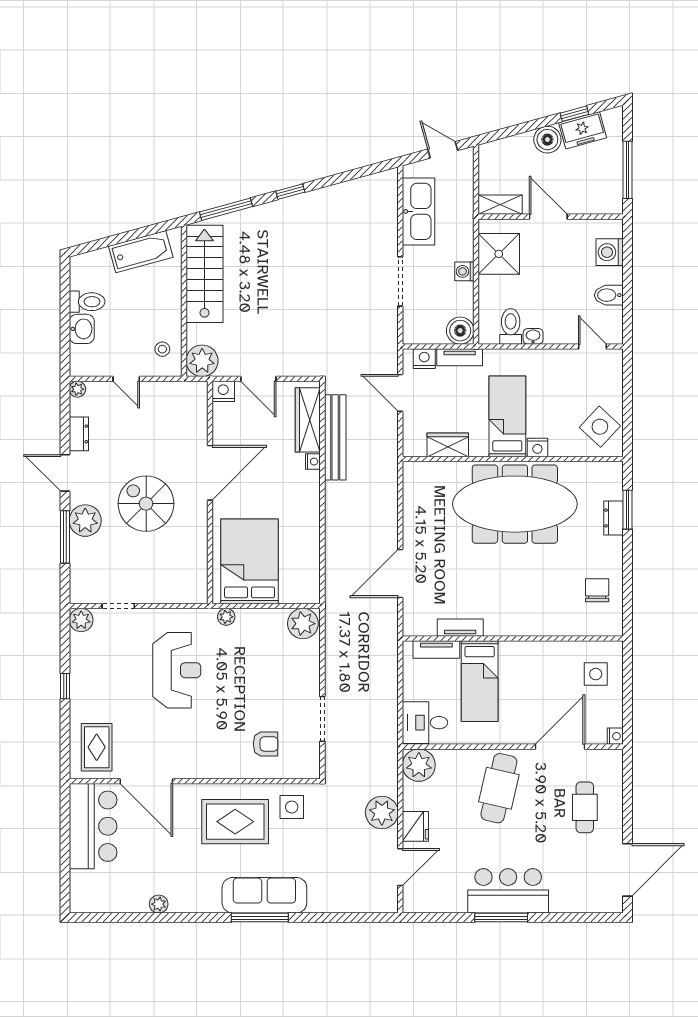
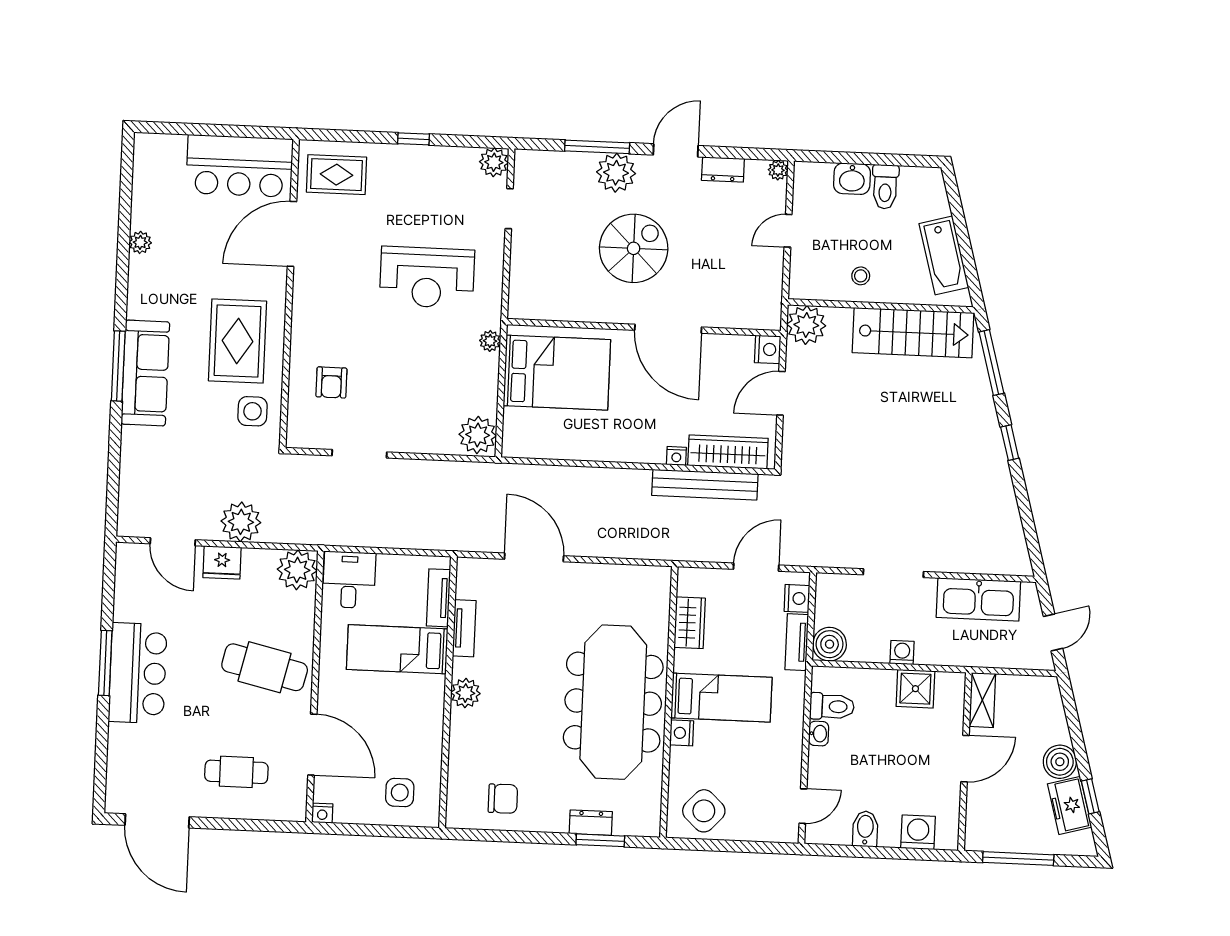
shower: (499, 254) -> (915, 689), width x0.73, depth x0.73
stool: (162, 349) -> (861, 276), moved
plant: (513, 624) -> (465, 693), added

